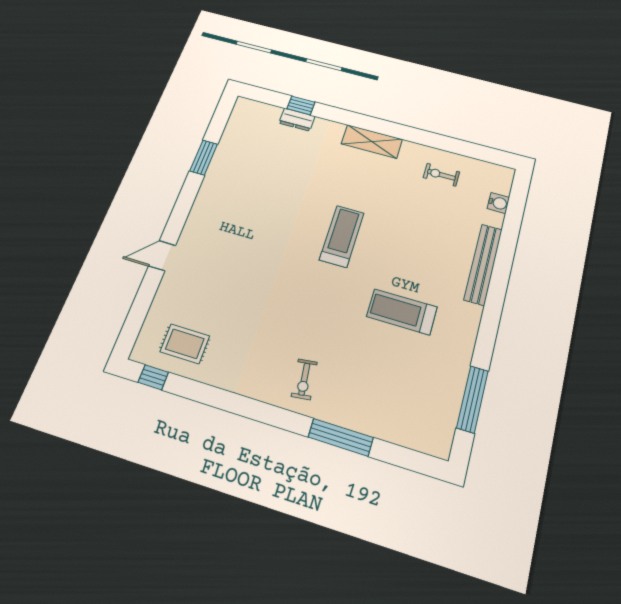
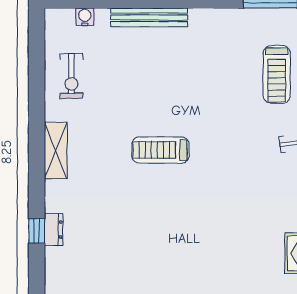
exercise bike: (441, 175) -> (71, 76), width x1.38, depth x1.39
treadmill: (402, 312) -> (277, 74), moved

